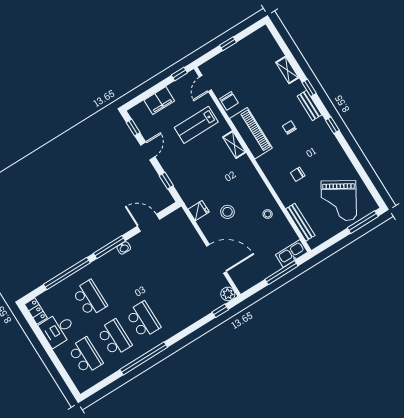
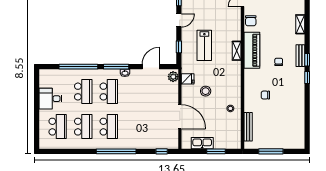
window: (309, 88) -> (307, 60), moved
lab bench: (196, 125) -> (204, 45), moved, turned -90
grand piano: (339, 201) -> (281, 128), removed
window: (363, 222) -> (271, 151), moved
door: (148, 223) -> (151, 67), hinge flipped
kitchen sink: (292, 253) -> (202, 143), moved
window: (282, 273) -> (216, 151), width x0.69
school desk: (119, 280) -> (109, 92), added
plant: (228, 294) -> (173, 77), moved
locker: (36, 311) -> (44, 78), removed
window: (144, 358) -> (116, 151), moved

